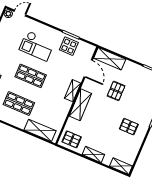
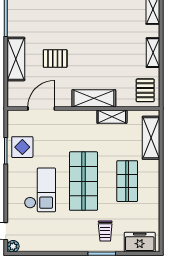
shelving: (110, 59) -> (16, 59), moved
shop shelf: (31, 76) -> (83, 181), width x1.43, depth x1.36
shelving: (73, 91) -> (112, 117), moved
pallet: (129, 127) -> (96, 21), removed

